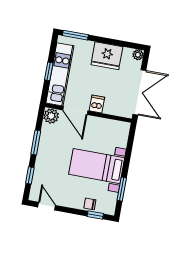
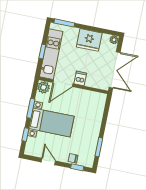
door: (75, 111) -> (63, 83), hinge flipped
bed with nightstands: (97, 166) -> (51, 122), moved, turned 180
door: (47, 206) -> (48, 161), moved

